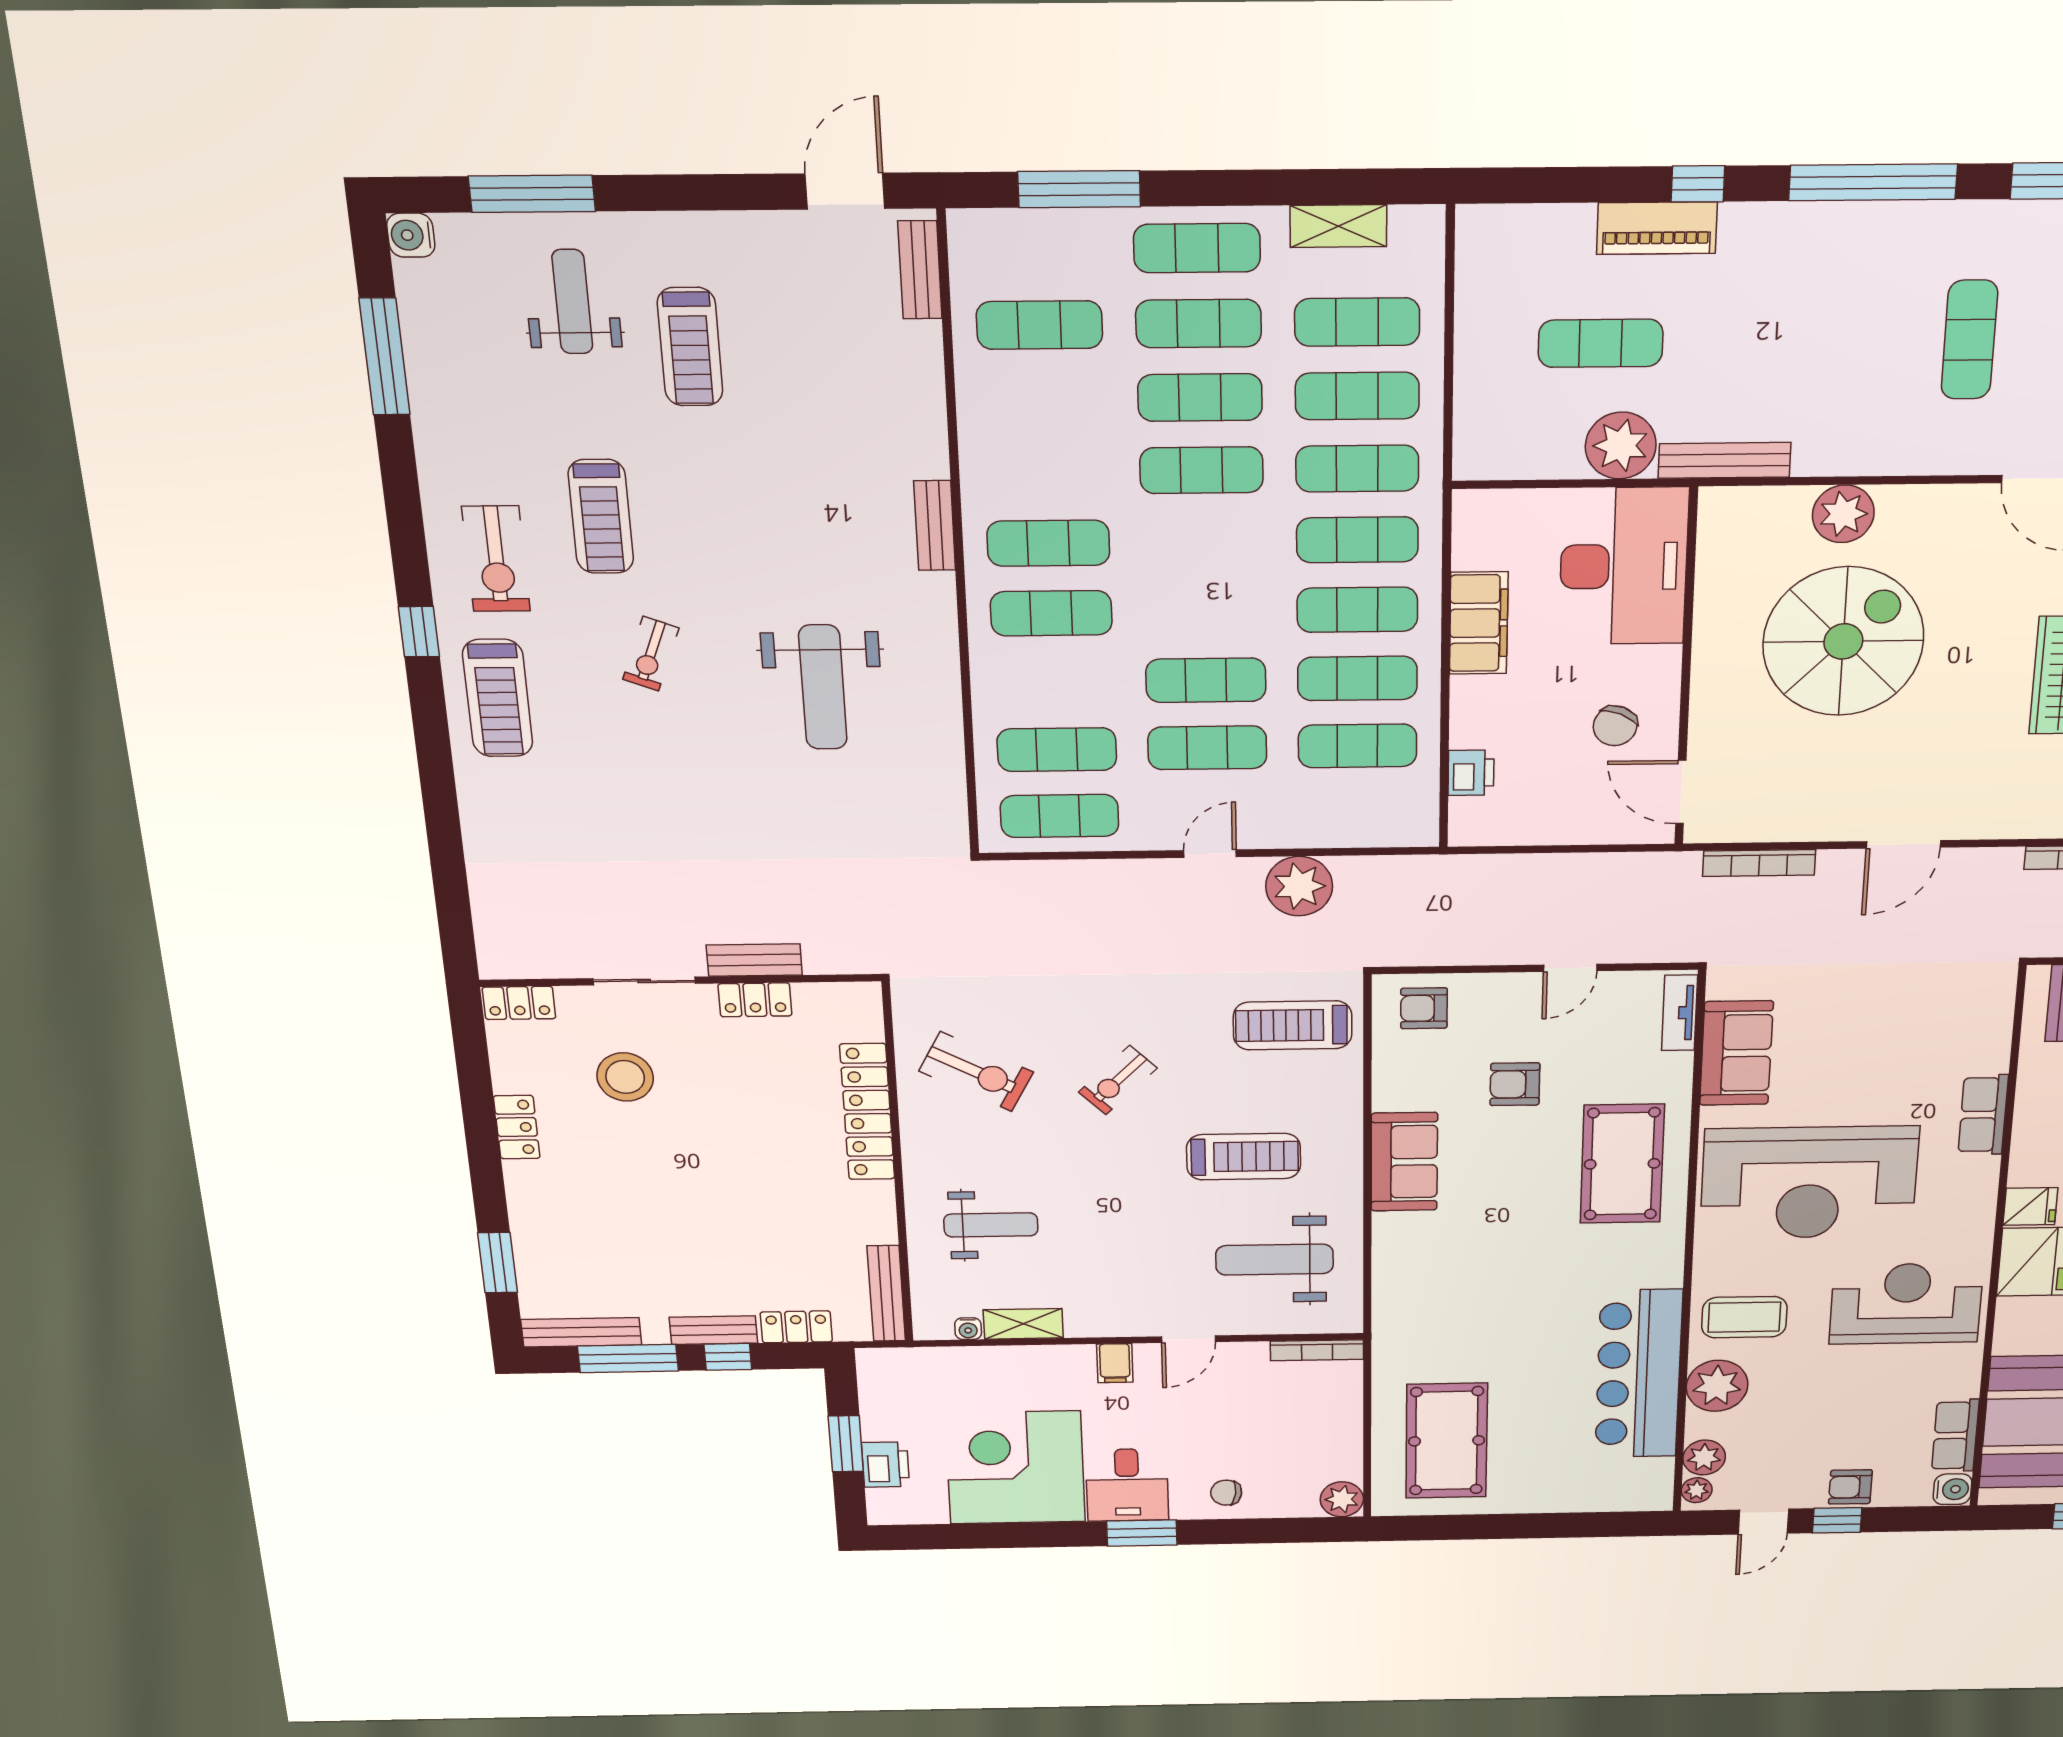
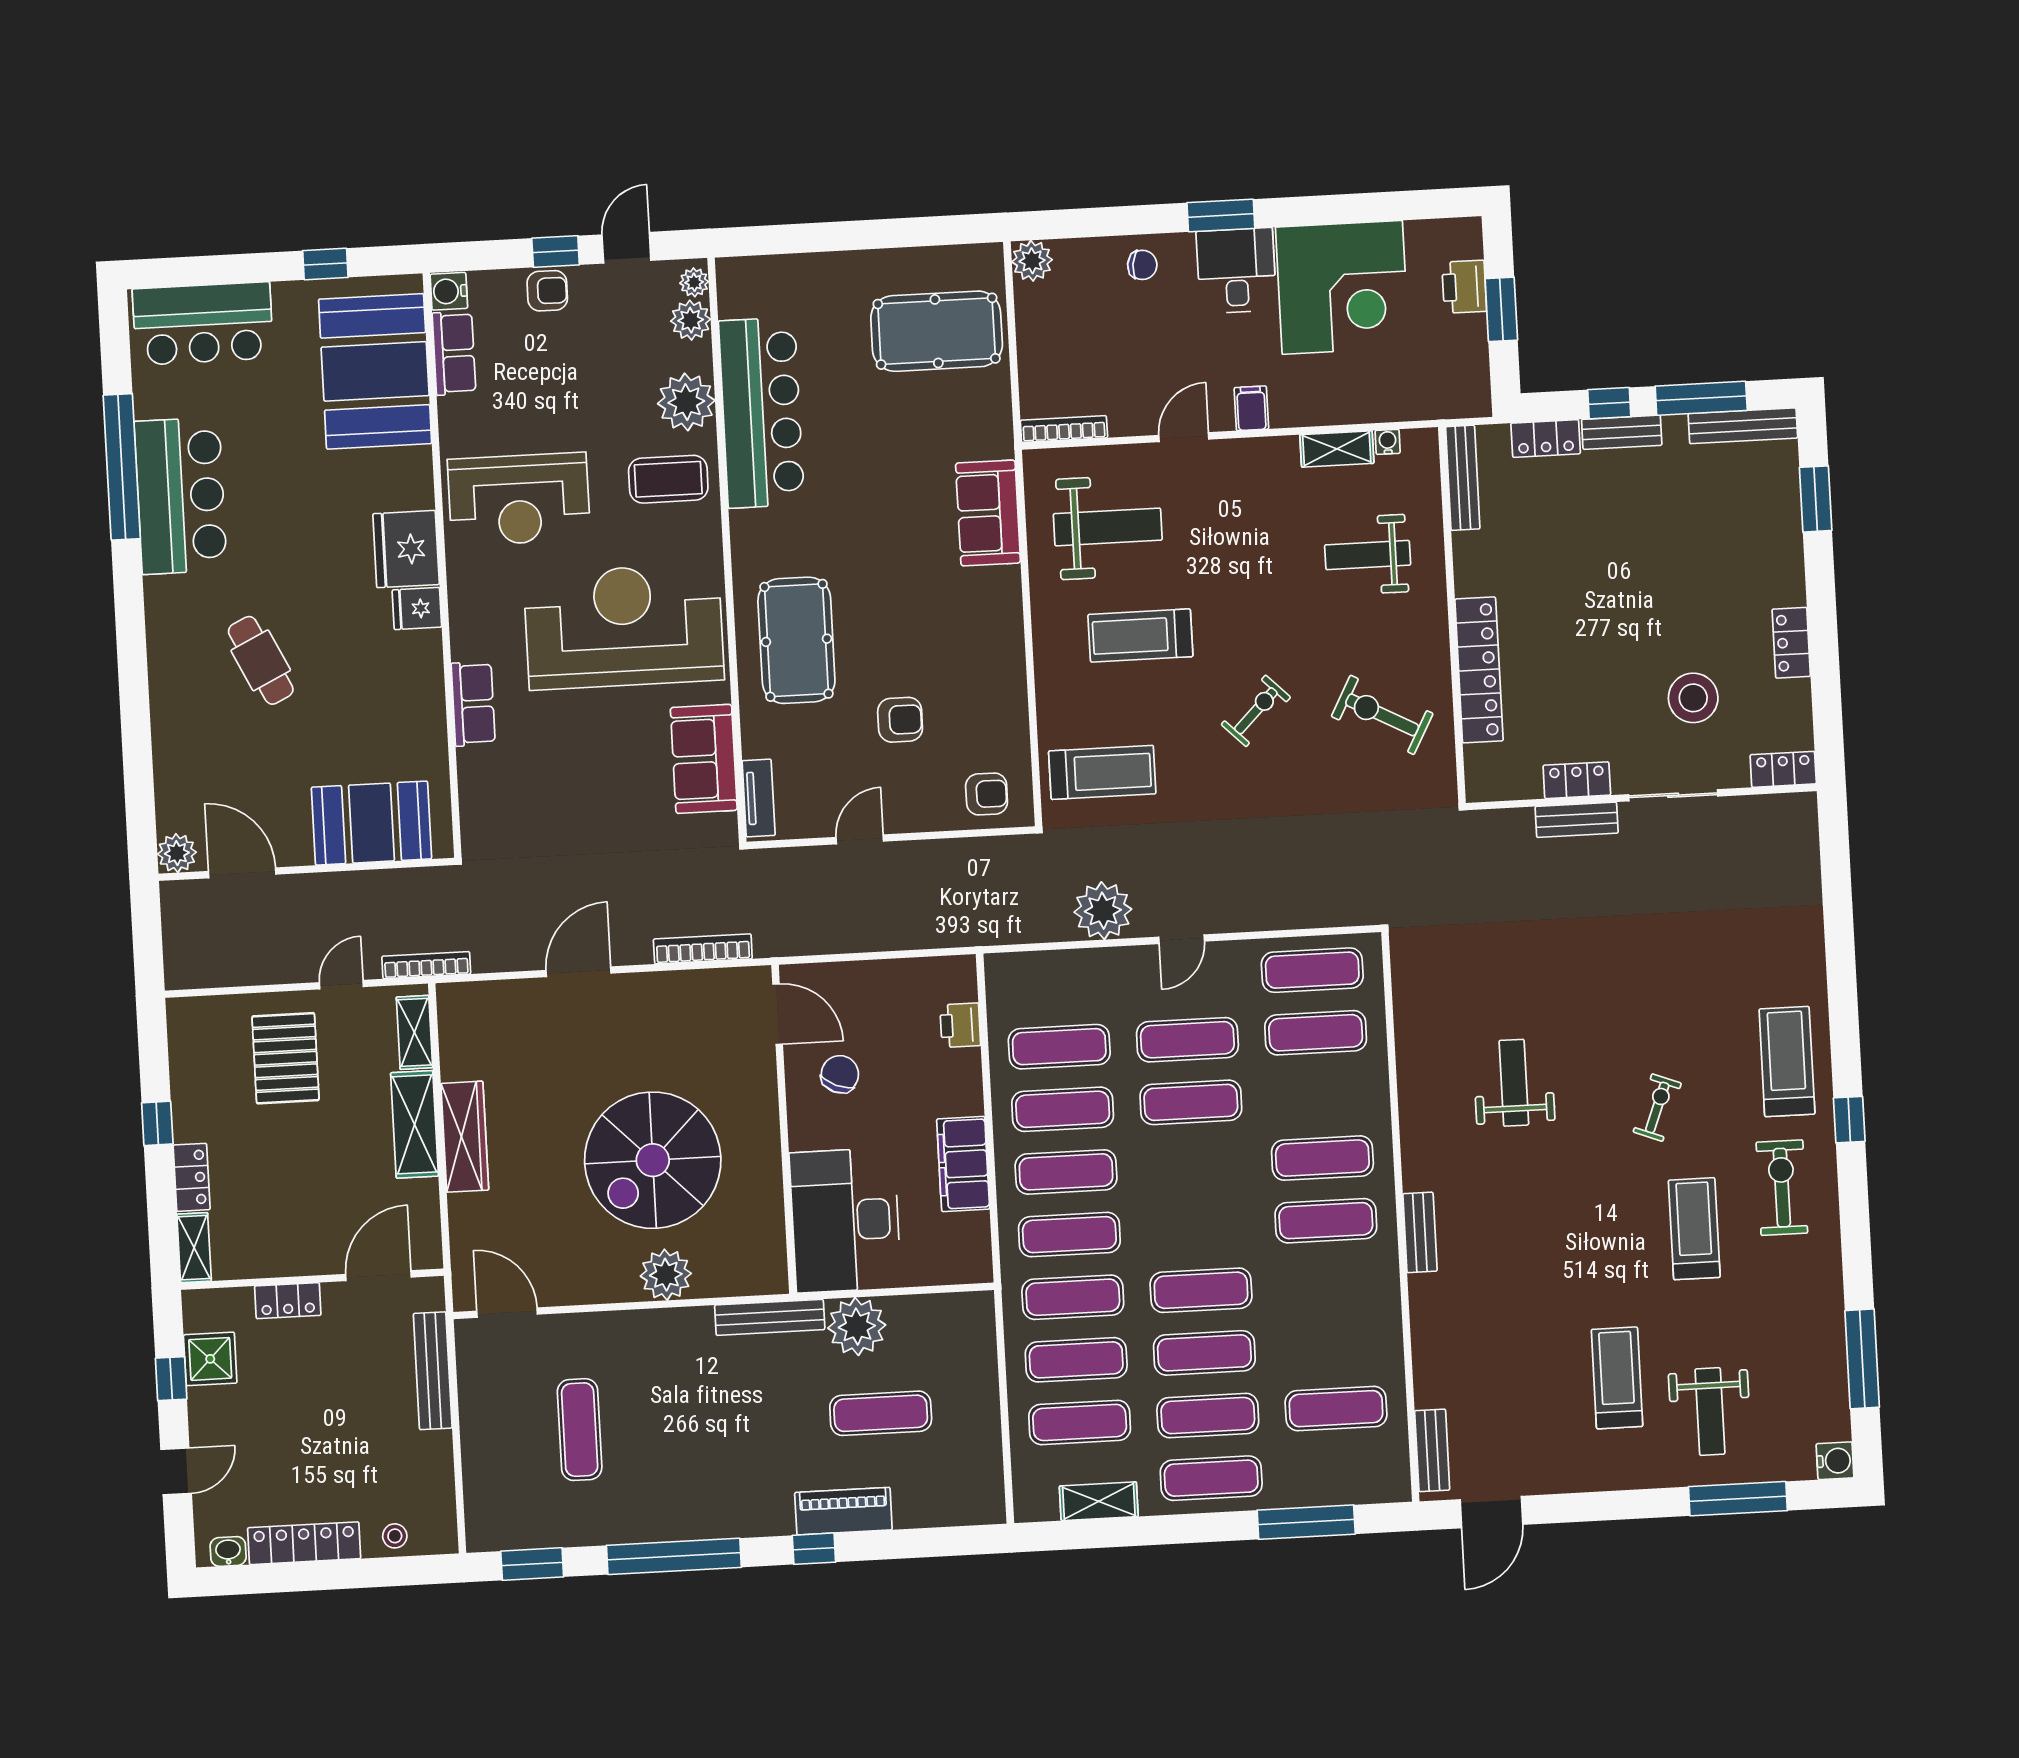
weight bench: (823, 687) -> (1514, 1083), width x0.73, depth x0.75
sofa: (1404, 1162) -> (988, 513), moved
pool table: (1447, 1441) -> (937, 331), turned 90

